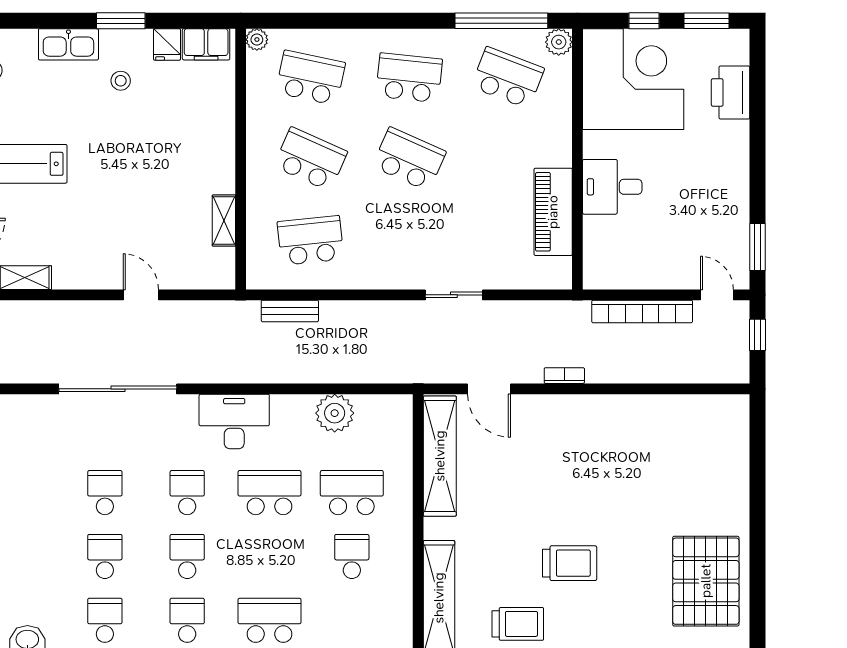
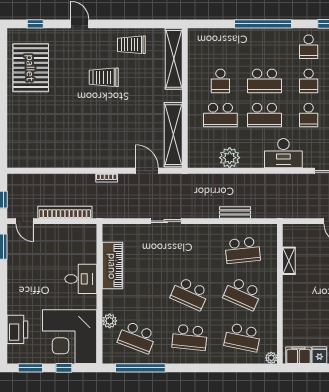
plant: (559, 42) -> (110, 321), moved
bench: (290, 311) -> (235, 212), moved
school desk: (270, 620) -> (265, 81), moved

